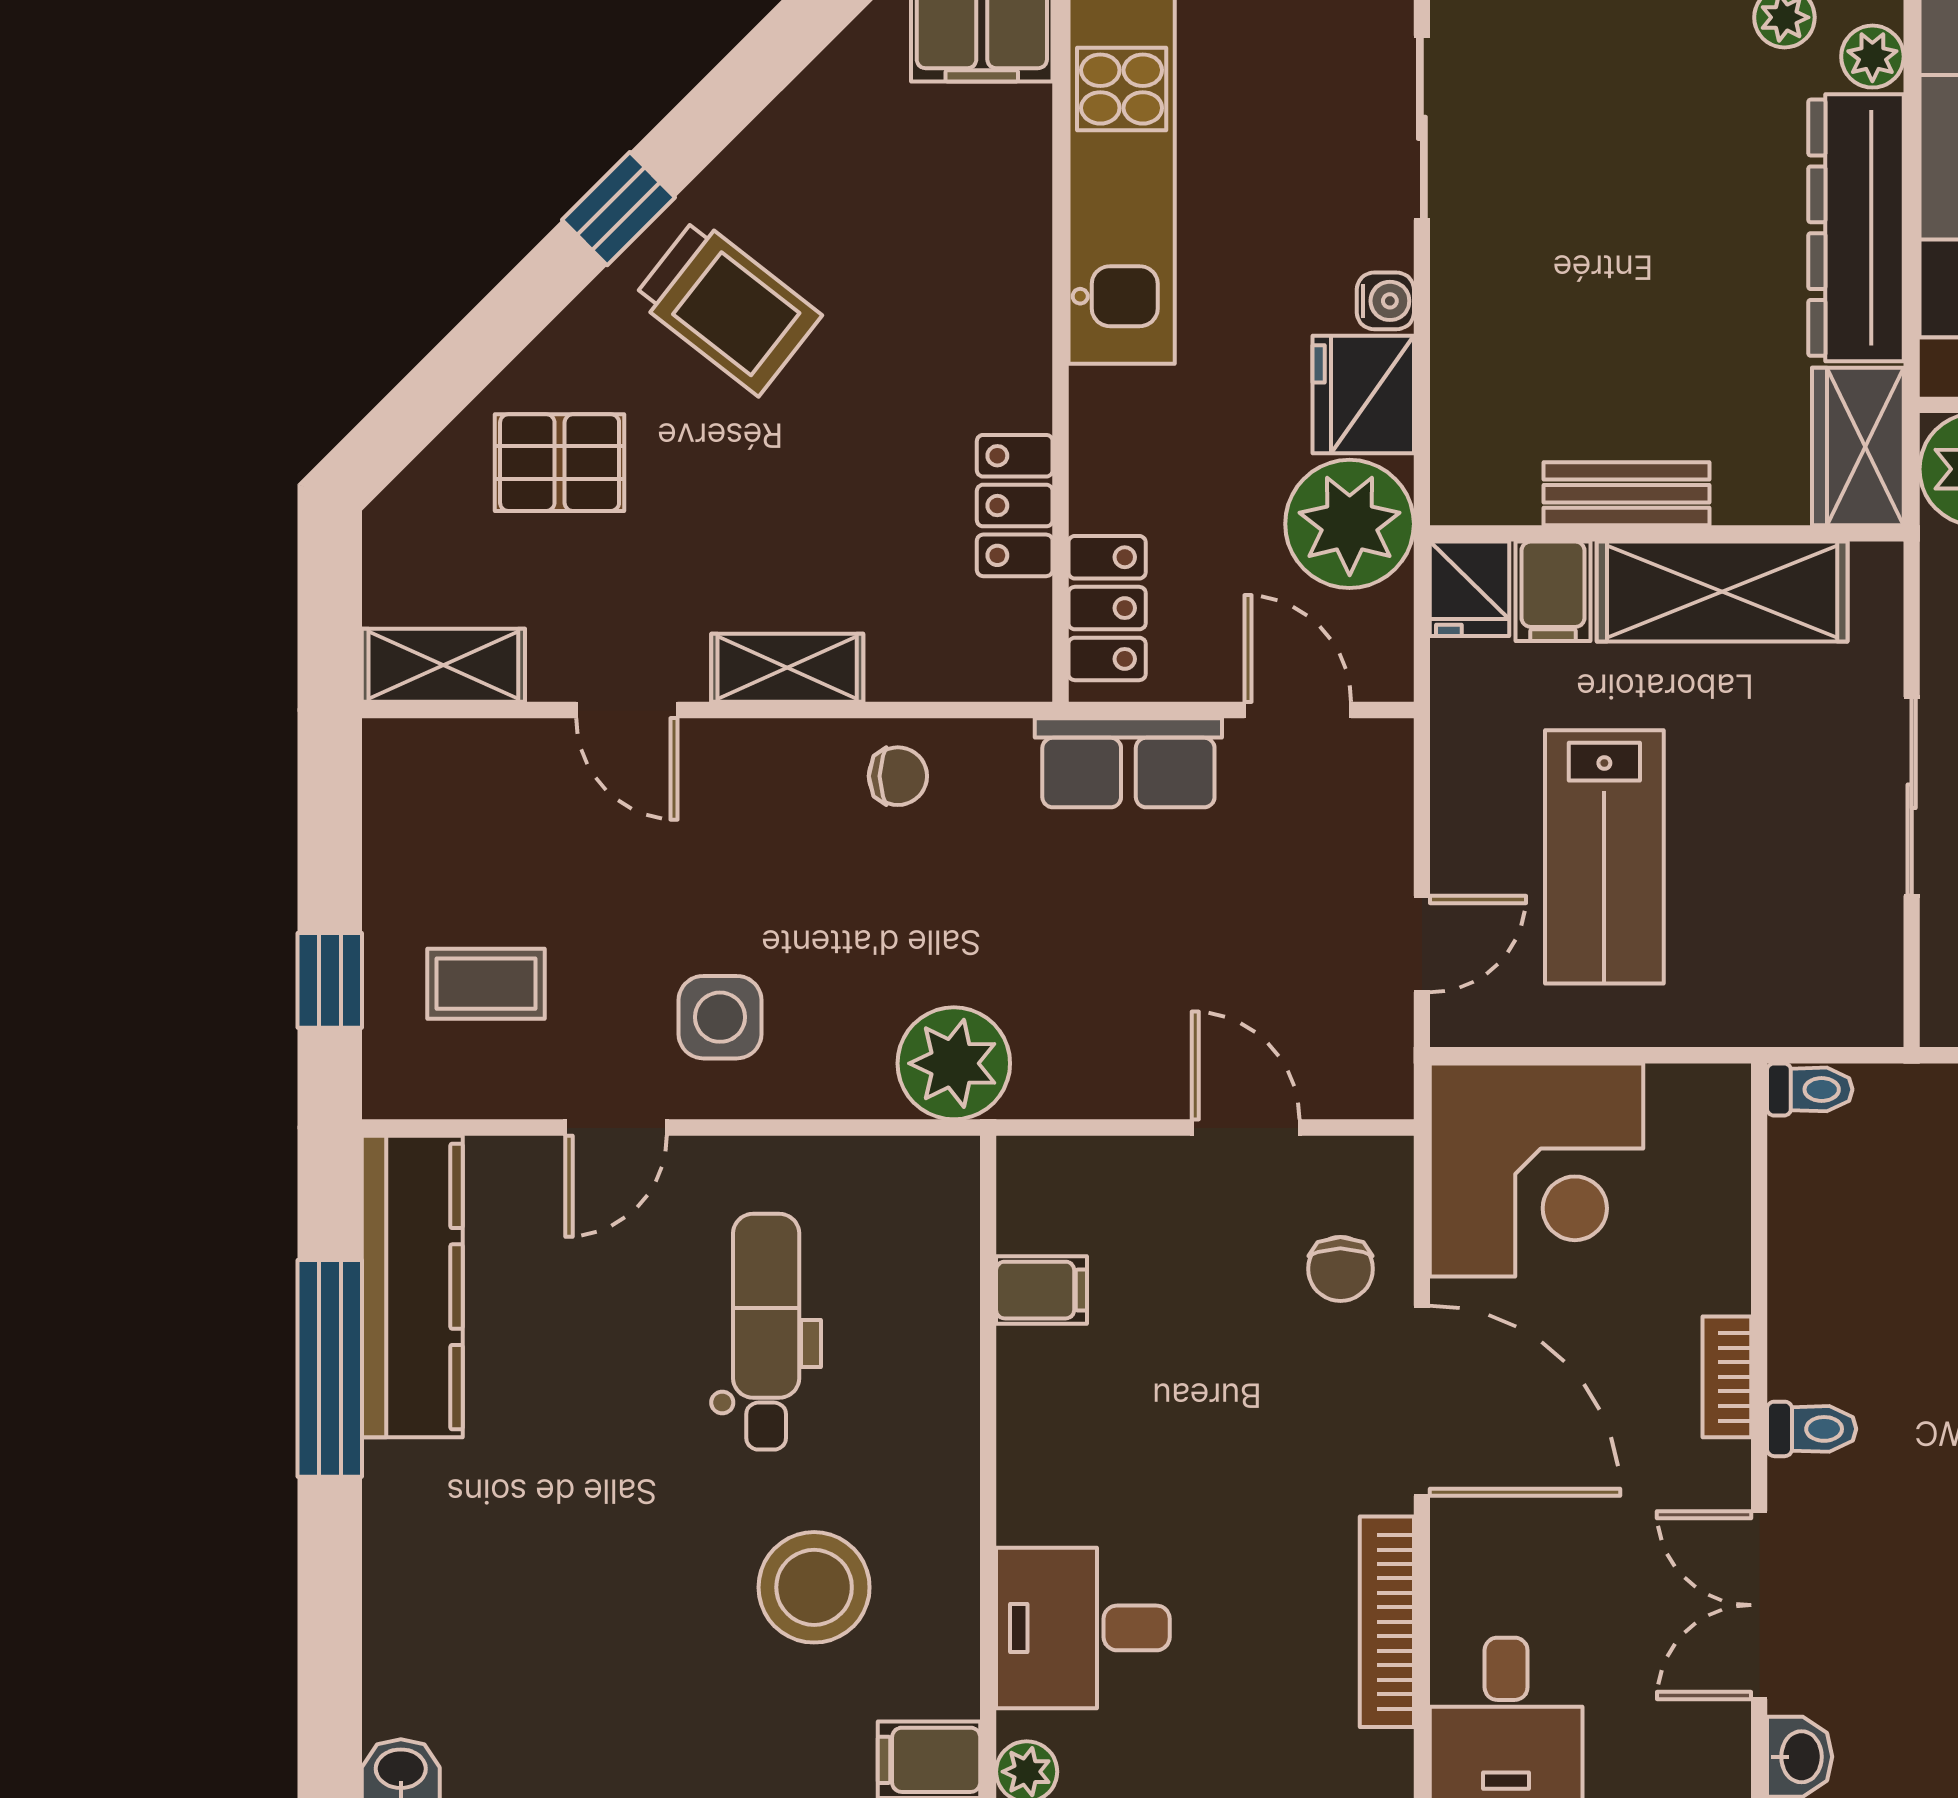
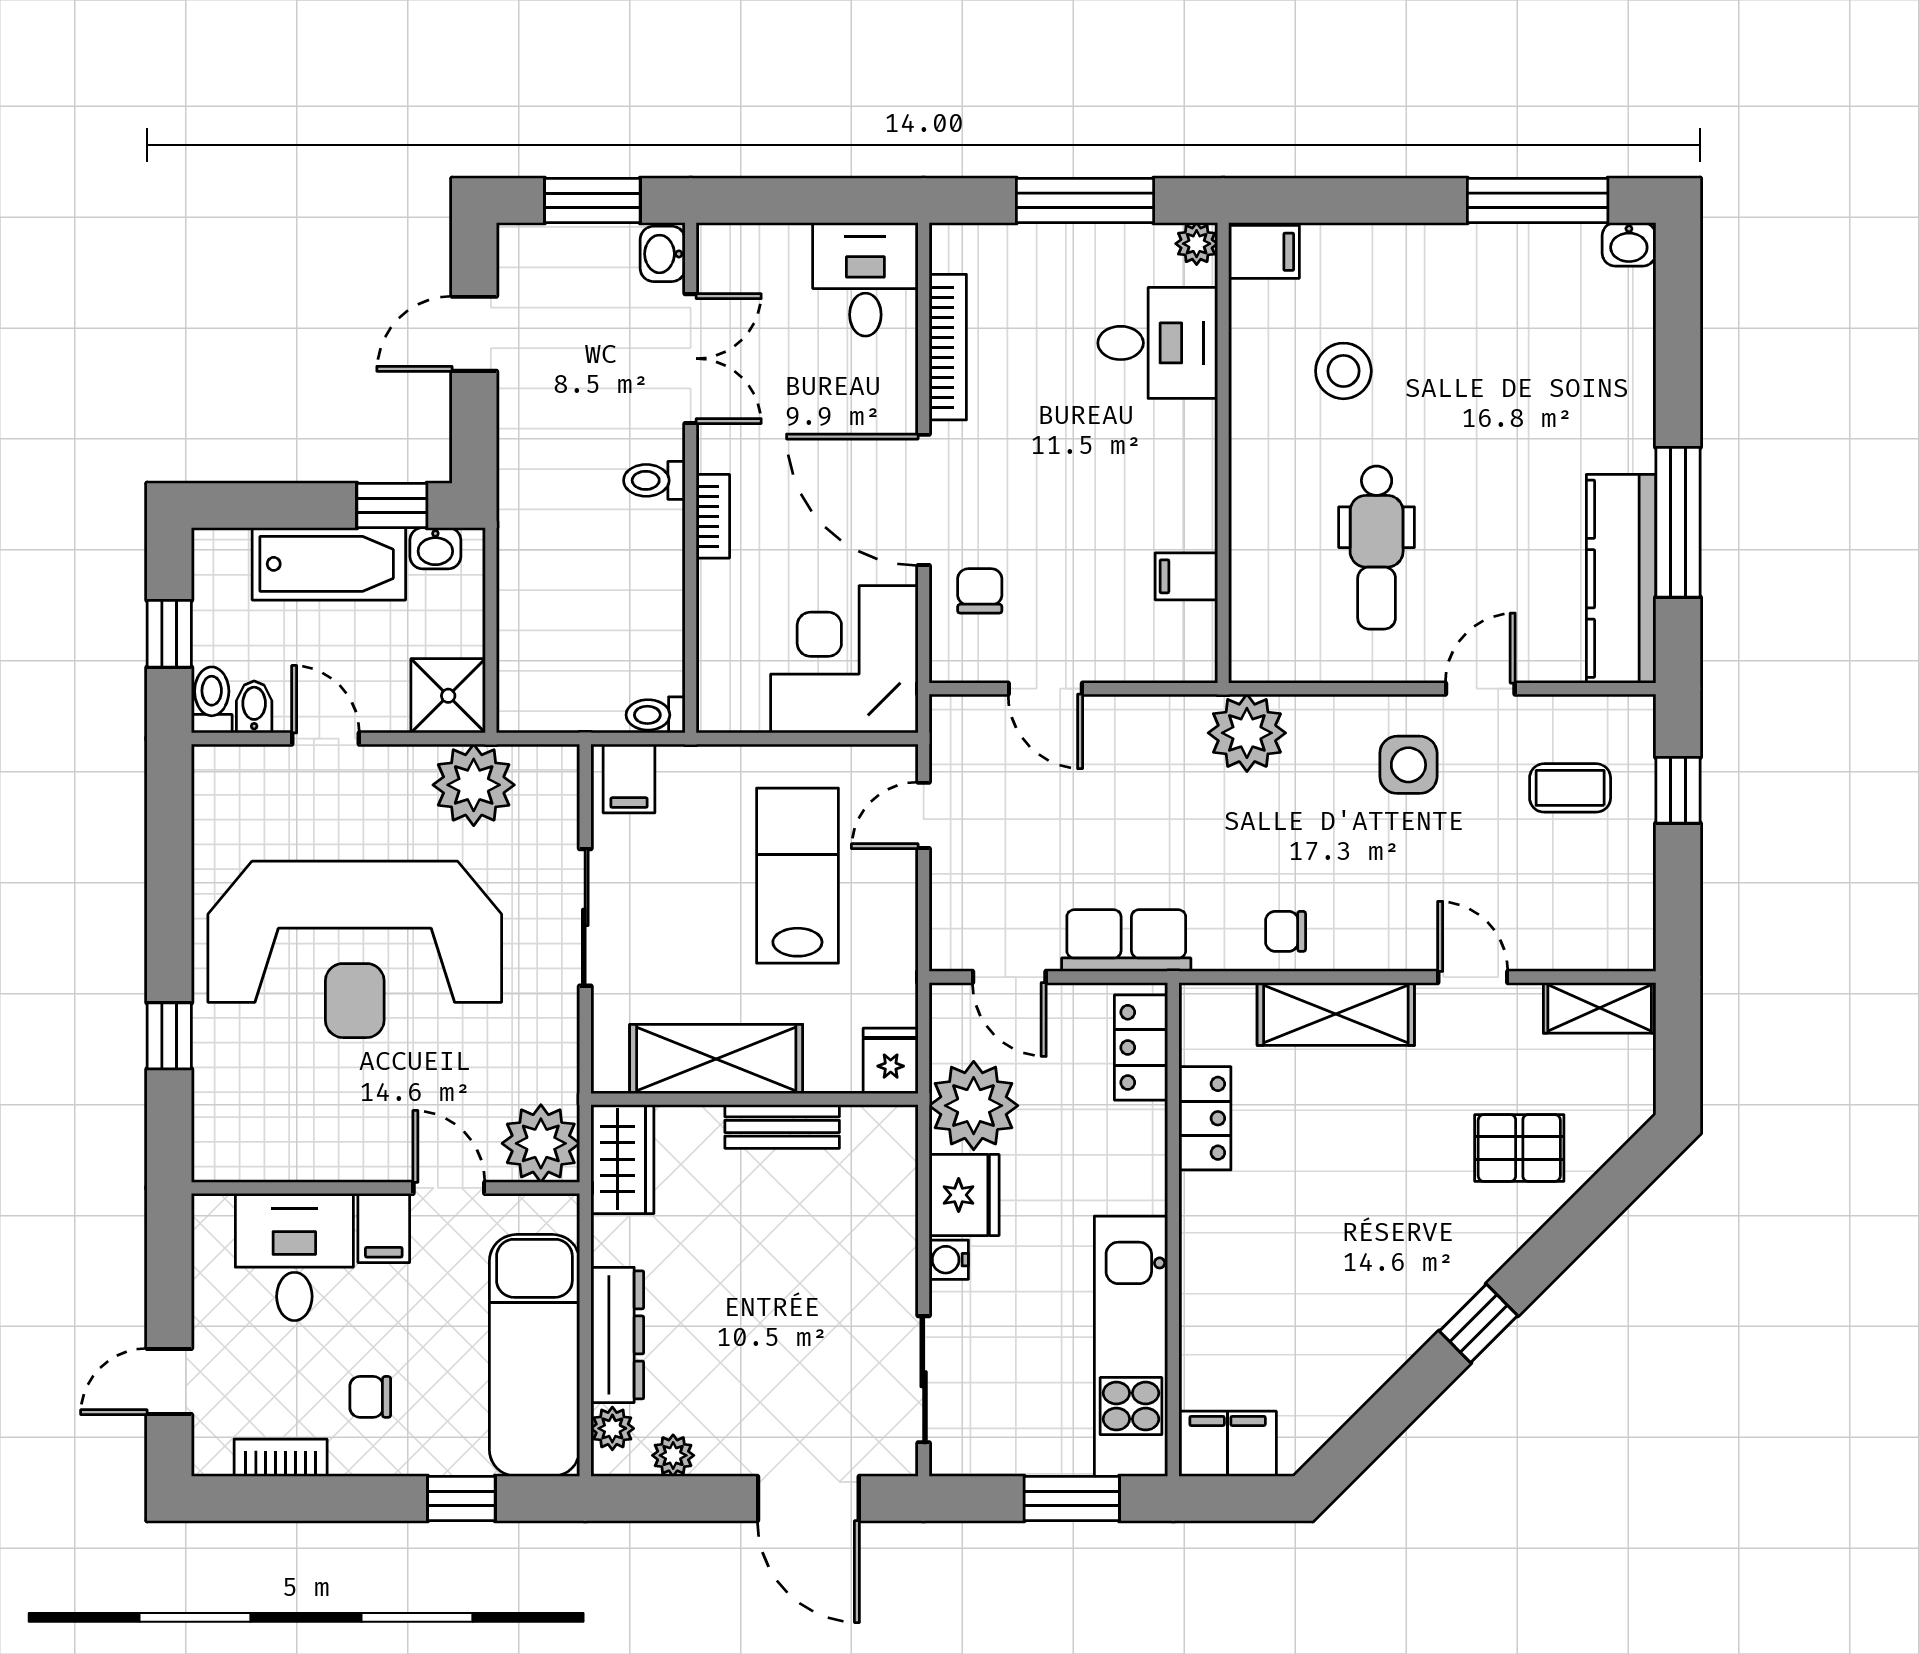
dresser: (1856, 228) -> (617, 1335), width x0.73, depth x0.80
trolley: (727, 307) -> (1403, 1256), removed
filing cabinet: (1553, 591) -> (629, 778), moved, turned 180
shelving: (787, 668) -> (1336, 1014), width x1.50, depth x1.33
stool: (814, 1587) -> (1343, 371), width x0.73, depth x0.73

